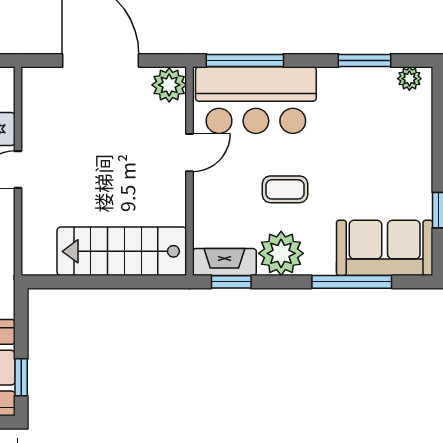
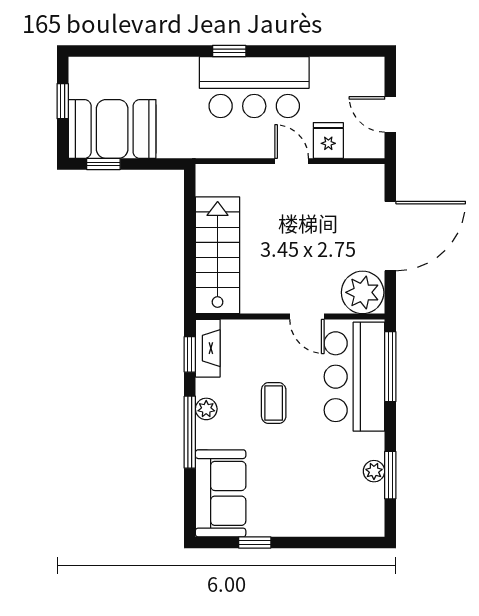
plant: (409, 79) -> (374, 471), moved
plant: (169, 85) -> (363, 292), width x1.36, depth x1.36
plant: (281, 253) -> (206, 409), width x0.53, depth x0.53
window: (352, 282) -> (190, 432), moved

